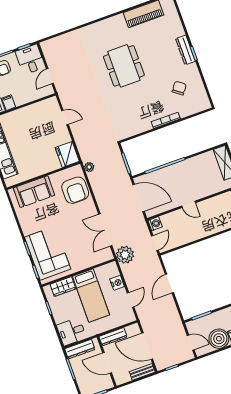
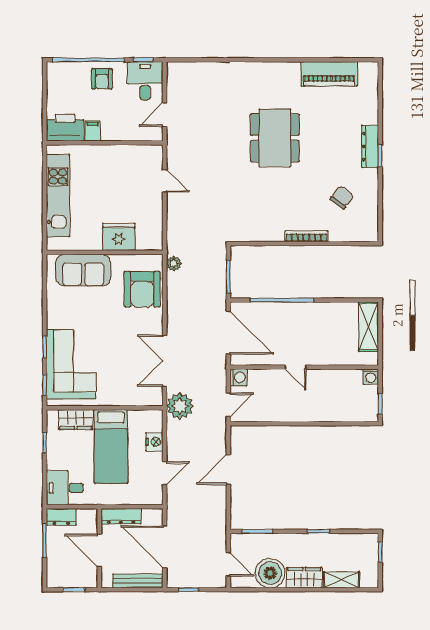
fridge: (67, 154) -> (119, 237), moved, turned 90
dresser: (80, 349) -> (61, 517), width x0.70
bench: (142, 372) -> (138, 581), width x1.36

